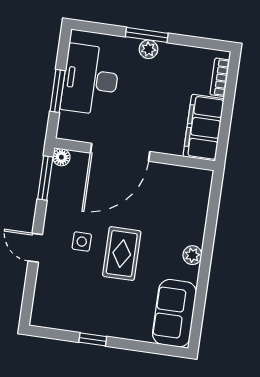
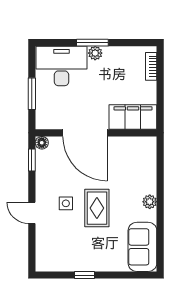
desk: (91, 80) -> (61, 66), moved, turned 90
filing cabinet: (204, 128) -> (133, 117), moved, turned 90
door: (120, 152) -> (85, 133), hinge flipped
window: (45, 178) -> (32, 160), width x0.67

